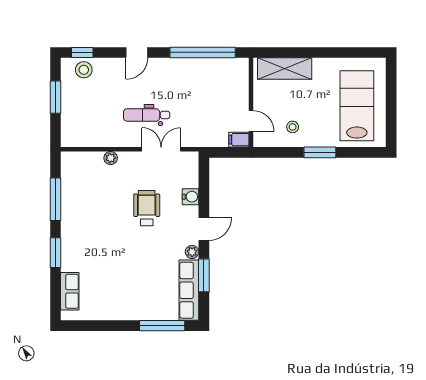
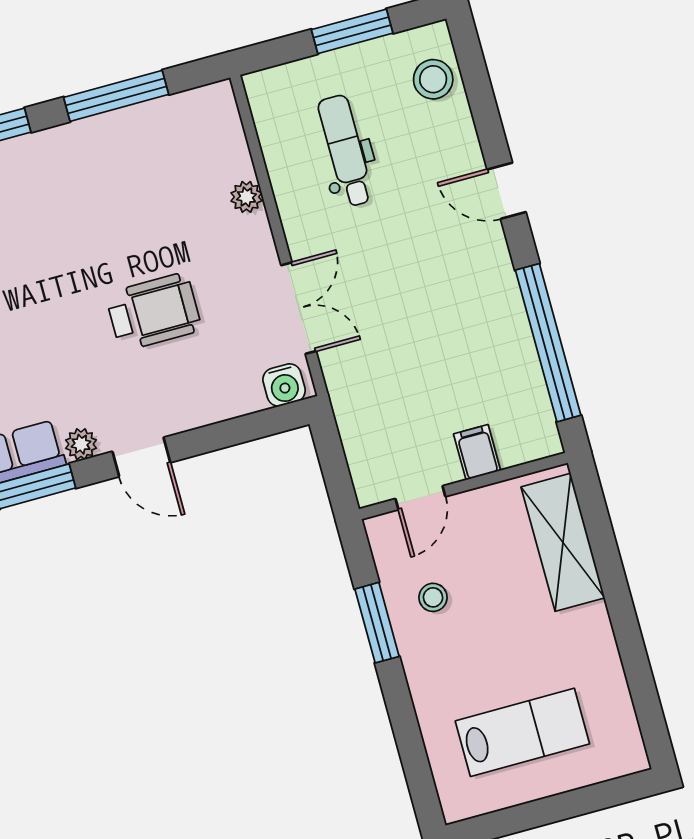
window: (82, 52) -> (472, 65), removed
lab bench: (357, 106) -> (522, 732), width x0.73, depth x0.72
dental chair: (147, 115) -> (346, 151), moved
filing cabinet: (239, 140) -> (477, 452), moved
window: (320, 152) -> (377, 623), moved
water cooler: (191, 197) -> (284, 385), moved

